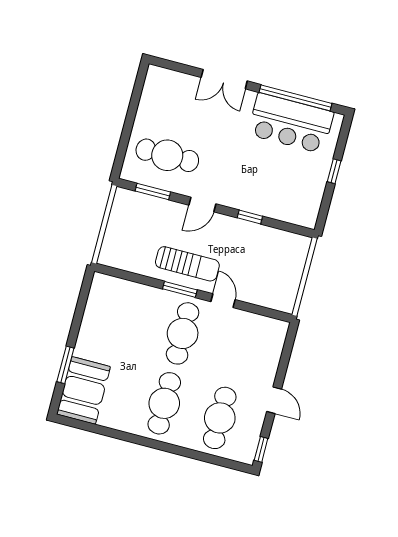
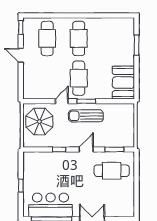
parasol: (272, 275) -> (39, 122), added
door: (223, 301) -> (62, 101), swing flipped
booth: (84, 390) -> (123, 83), moved

